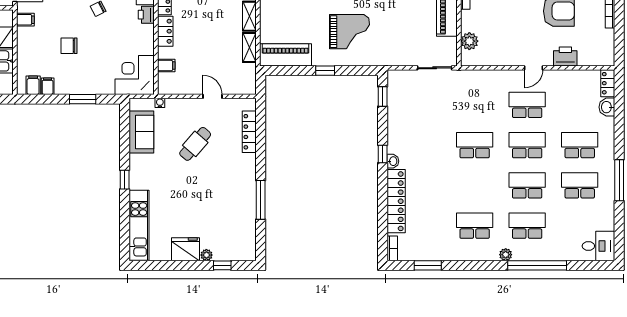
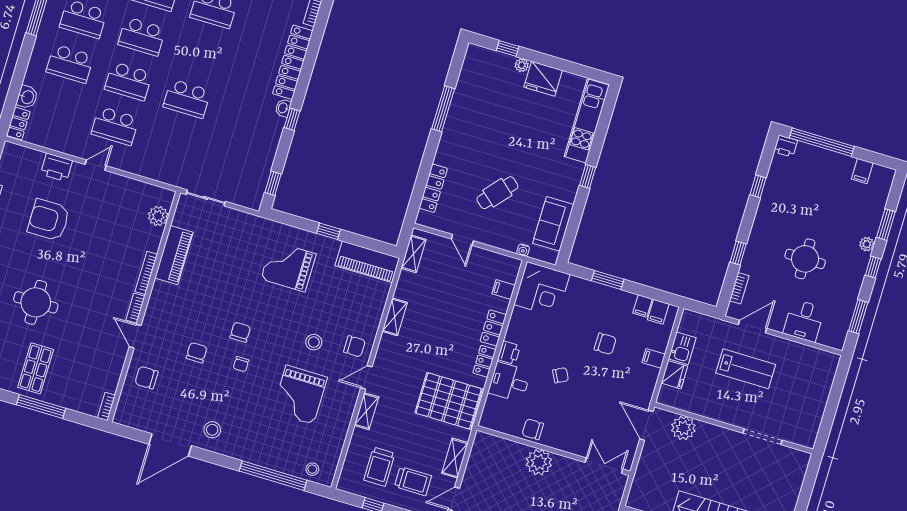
filing cabinet: (25, 20) -> (654, 358), moved
shelving: (249, 47) -> (414, 254), moved

